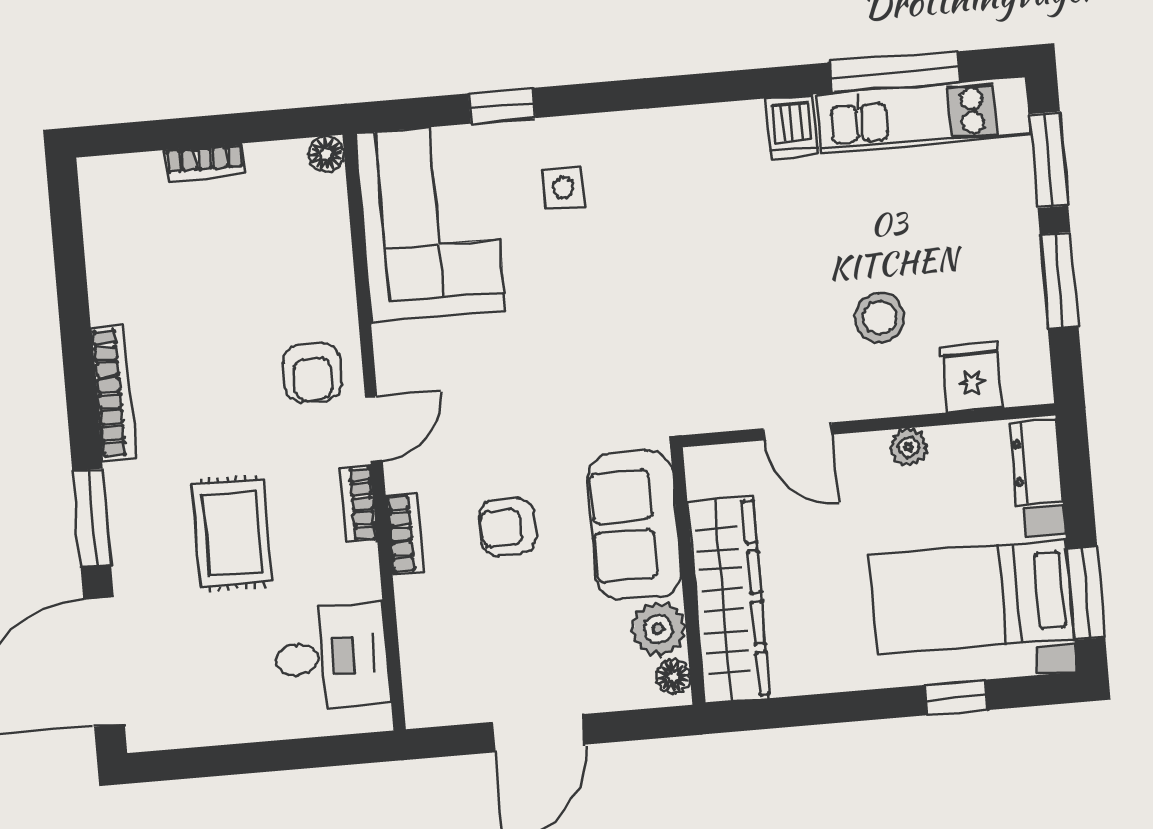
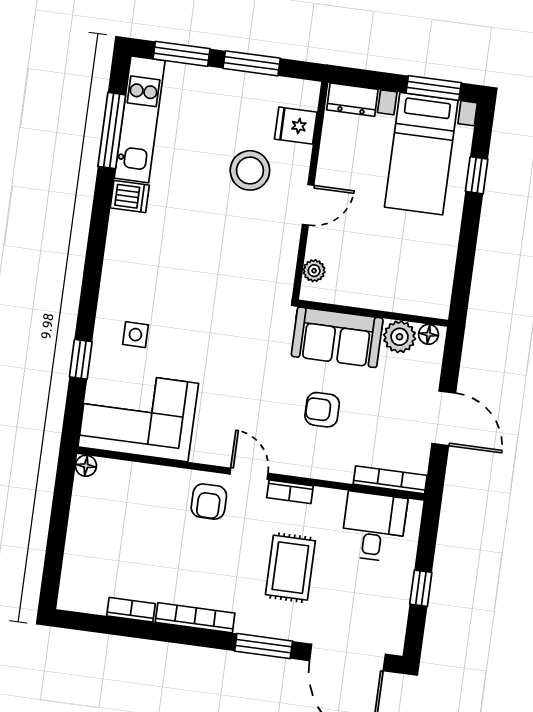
bookcase: (205, 162) -> (131, 610), moved, turned -90
stool: (880, 318) -> (250, 170), width x1.38, depth x1.38
armchair: (312, 372) -> (209, 502), turned 90
door: (798, 431) -> (308, 205), moved
plant: (909, 447) -> (314, 271), moved
armchair: (508, 527) -> (322, 410), turned 90
rug: (232, 533) -> (290, 568), turned 90
bookcase: (405, 534) -> (390, 480), moved, width x1.56
wardrobe: (729, 600) -> (392, 293), removed
window: (247, 758) -> (421, 588), added

